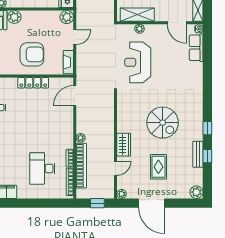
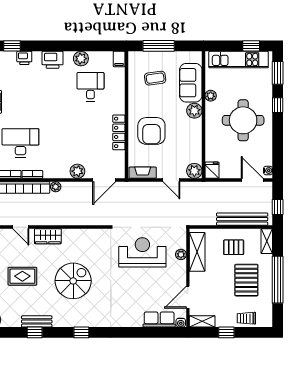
door: (75, 96) -> (104, 180), swing flipped
plant: (67, 119) -> (77, 171), added
spiral stairs: (163, 123) -> (73, 281), turned 180
window: (207, 128) -> (81, 332), moved

